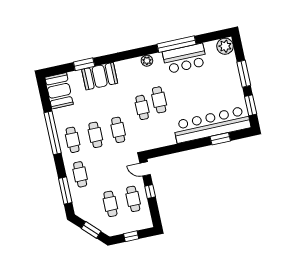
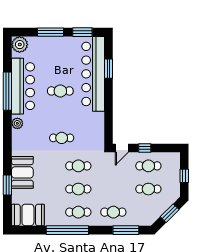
bar counter: (185, 58) -> (23, 86), width x1.36
cafe table: (159, 100) -> (60, 91), moved

